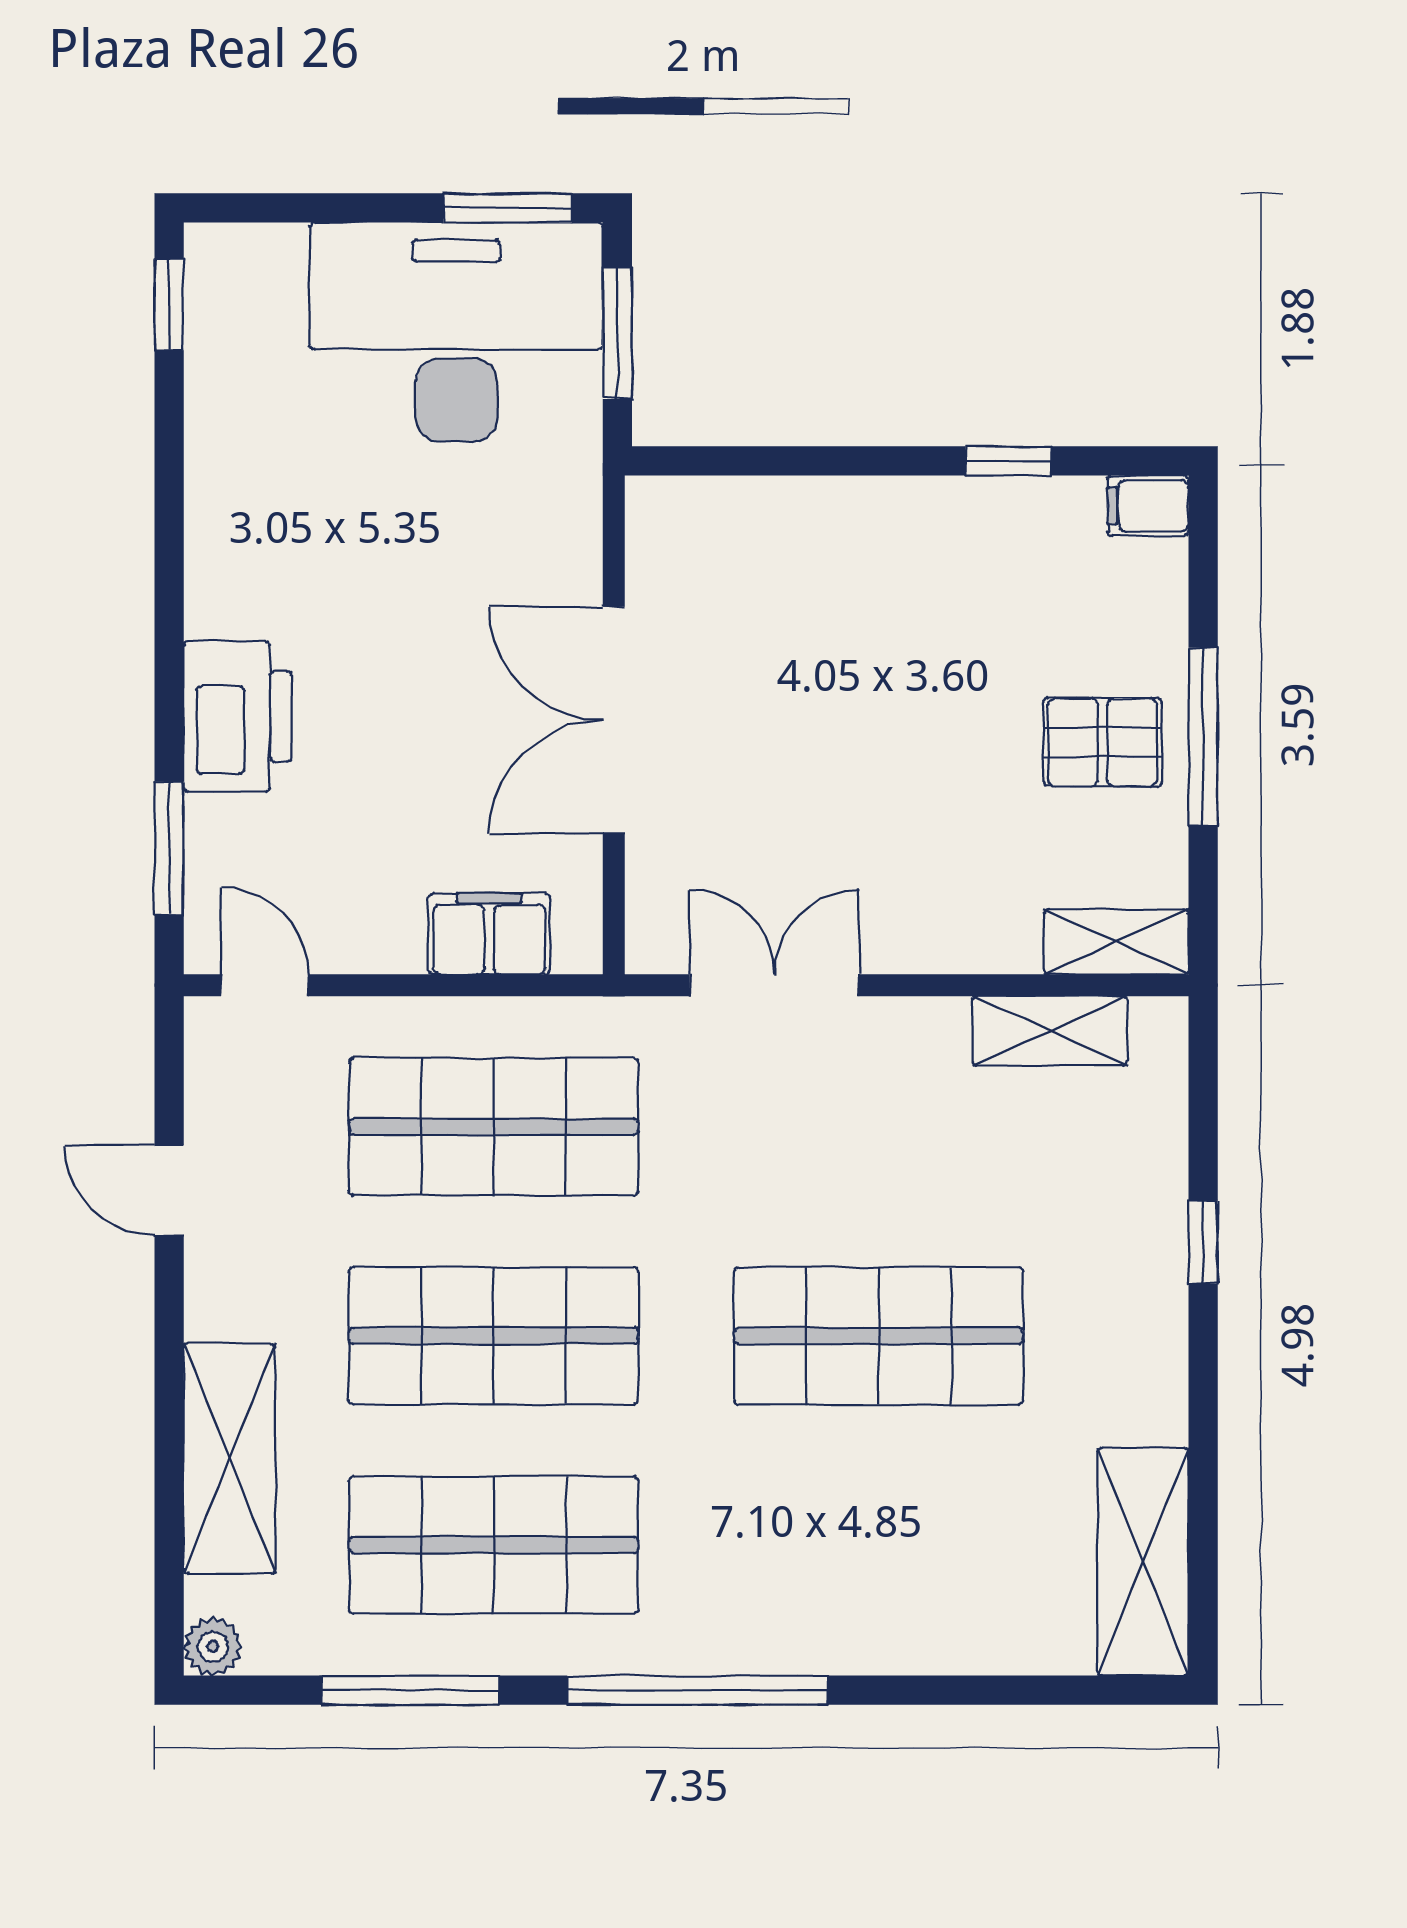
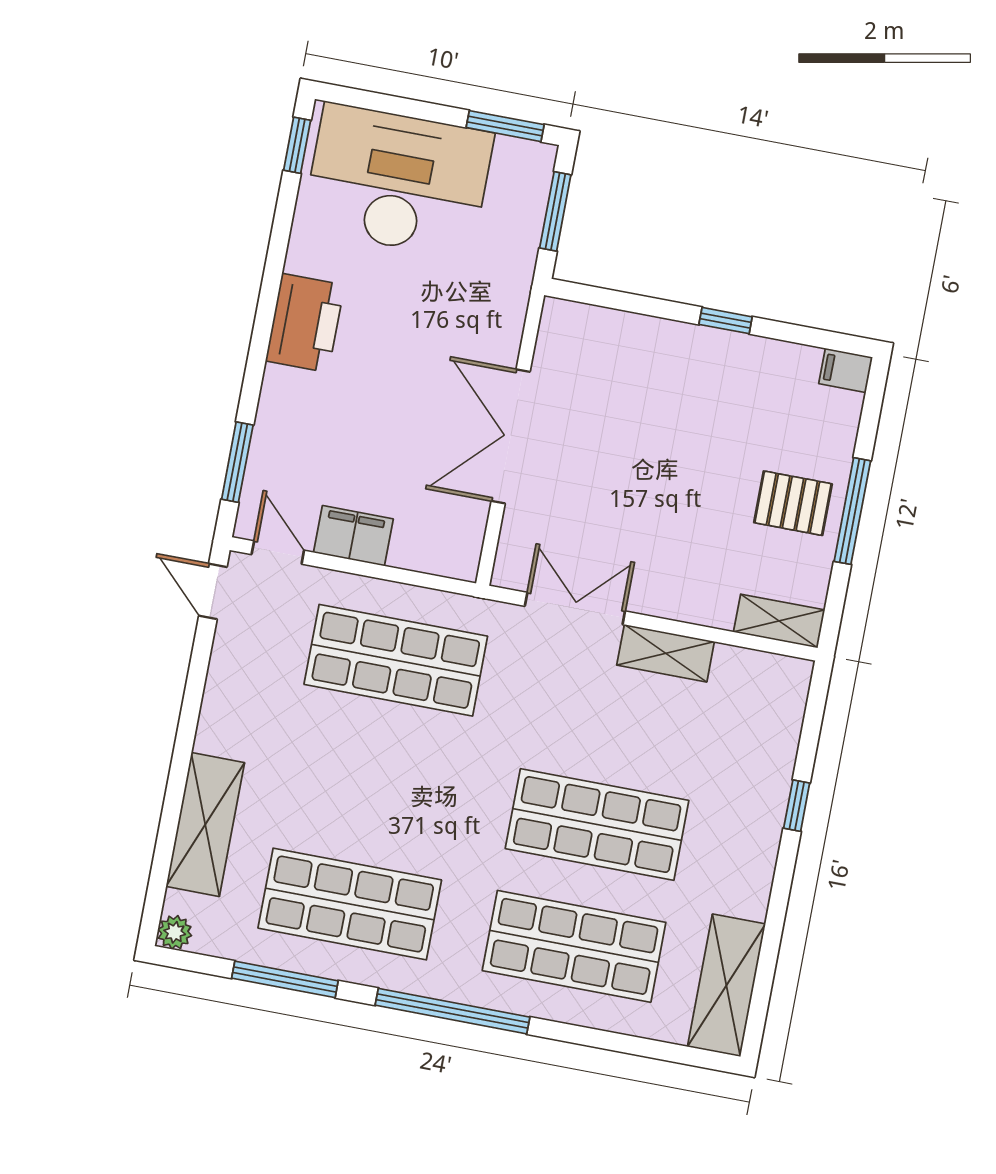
desk: (456, 332) -> (398, 181), moved
window: (1009, 461) -> (726, 321), moved
printer: (238, 716) -> (305, 323), moved
filing cabinet: (489, 934) -> (353, 536), moved
shelving: (1050, 1031) -> (666, 653), moved
door: (169, 1190) -> (213, 591), moved
shop shelf: (494, 1336) -> (574, 946), moved

